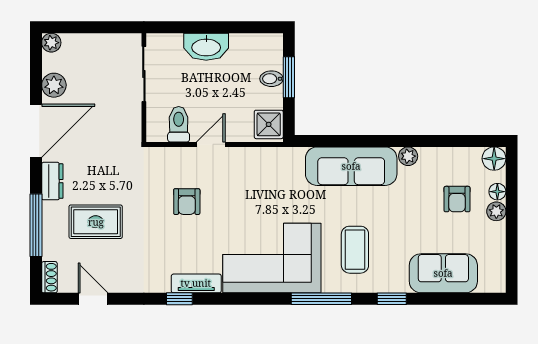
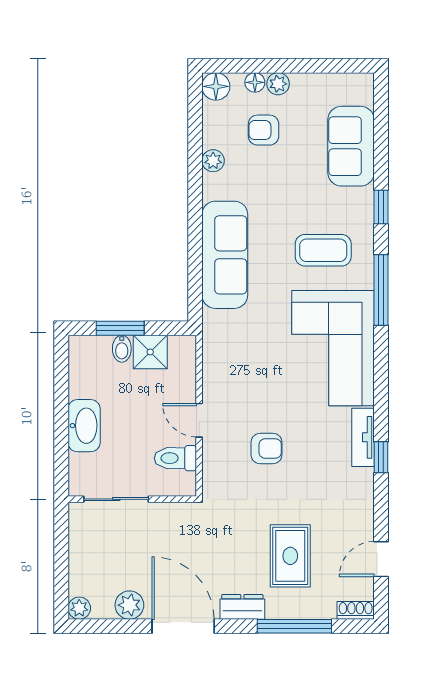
shower: (269, 124) -> (150, 352), moved
plant: (408, 156) -> (213, 161), moved
armchair: (457, 199) -> (264, 130), turned 180

